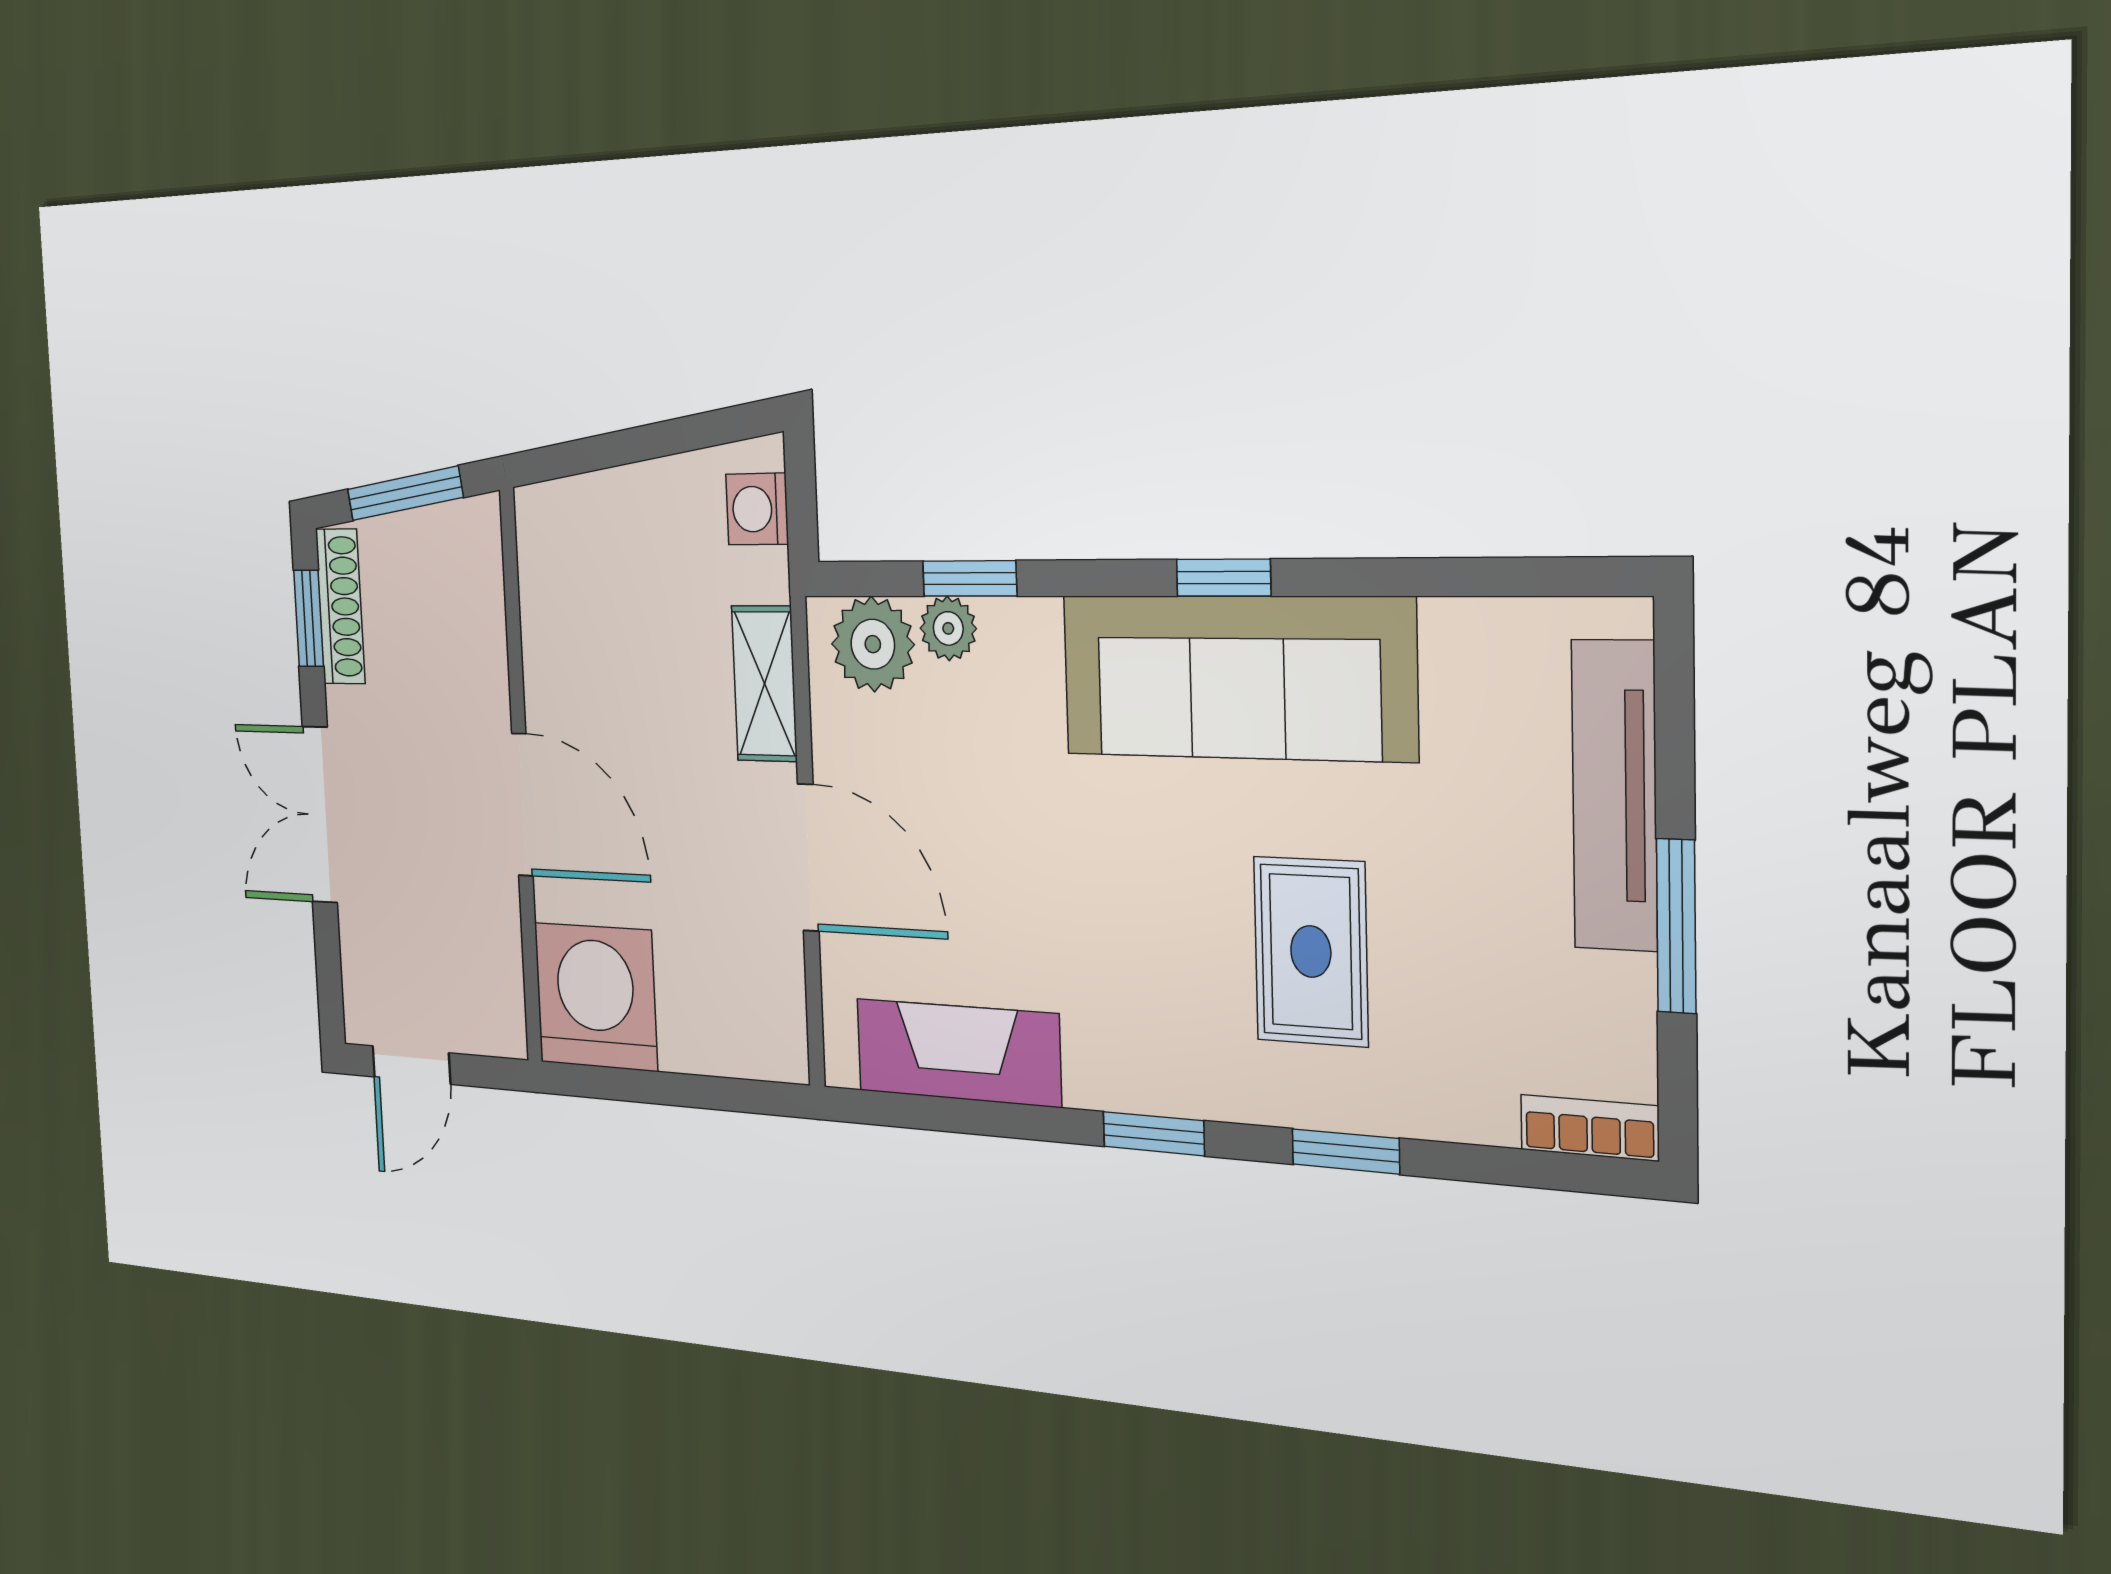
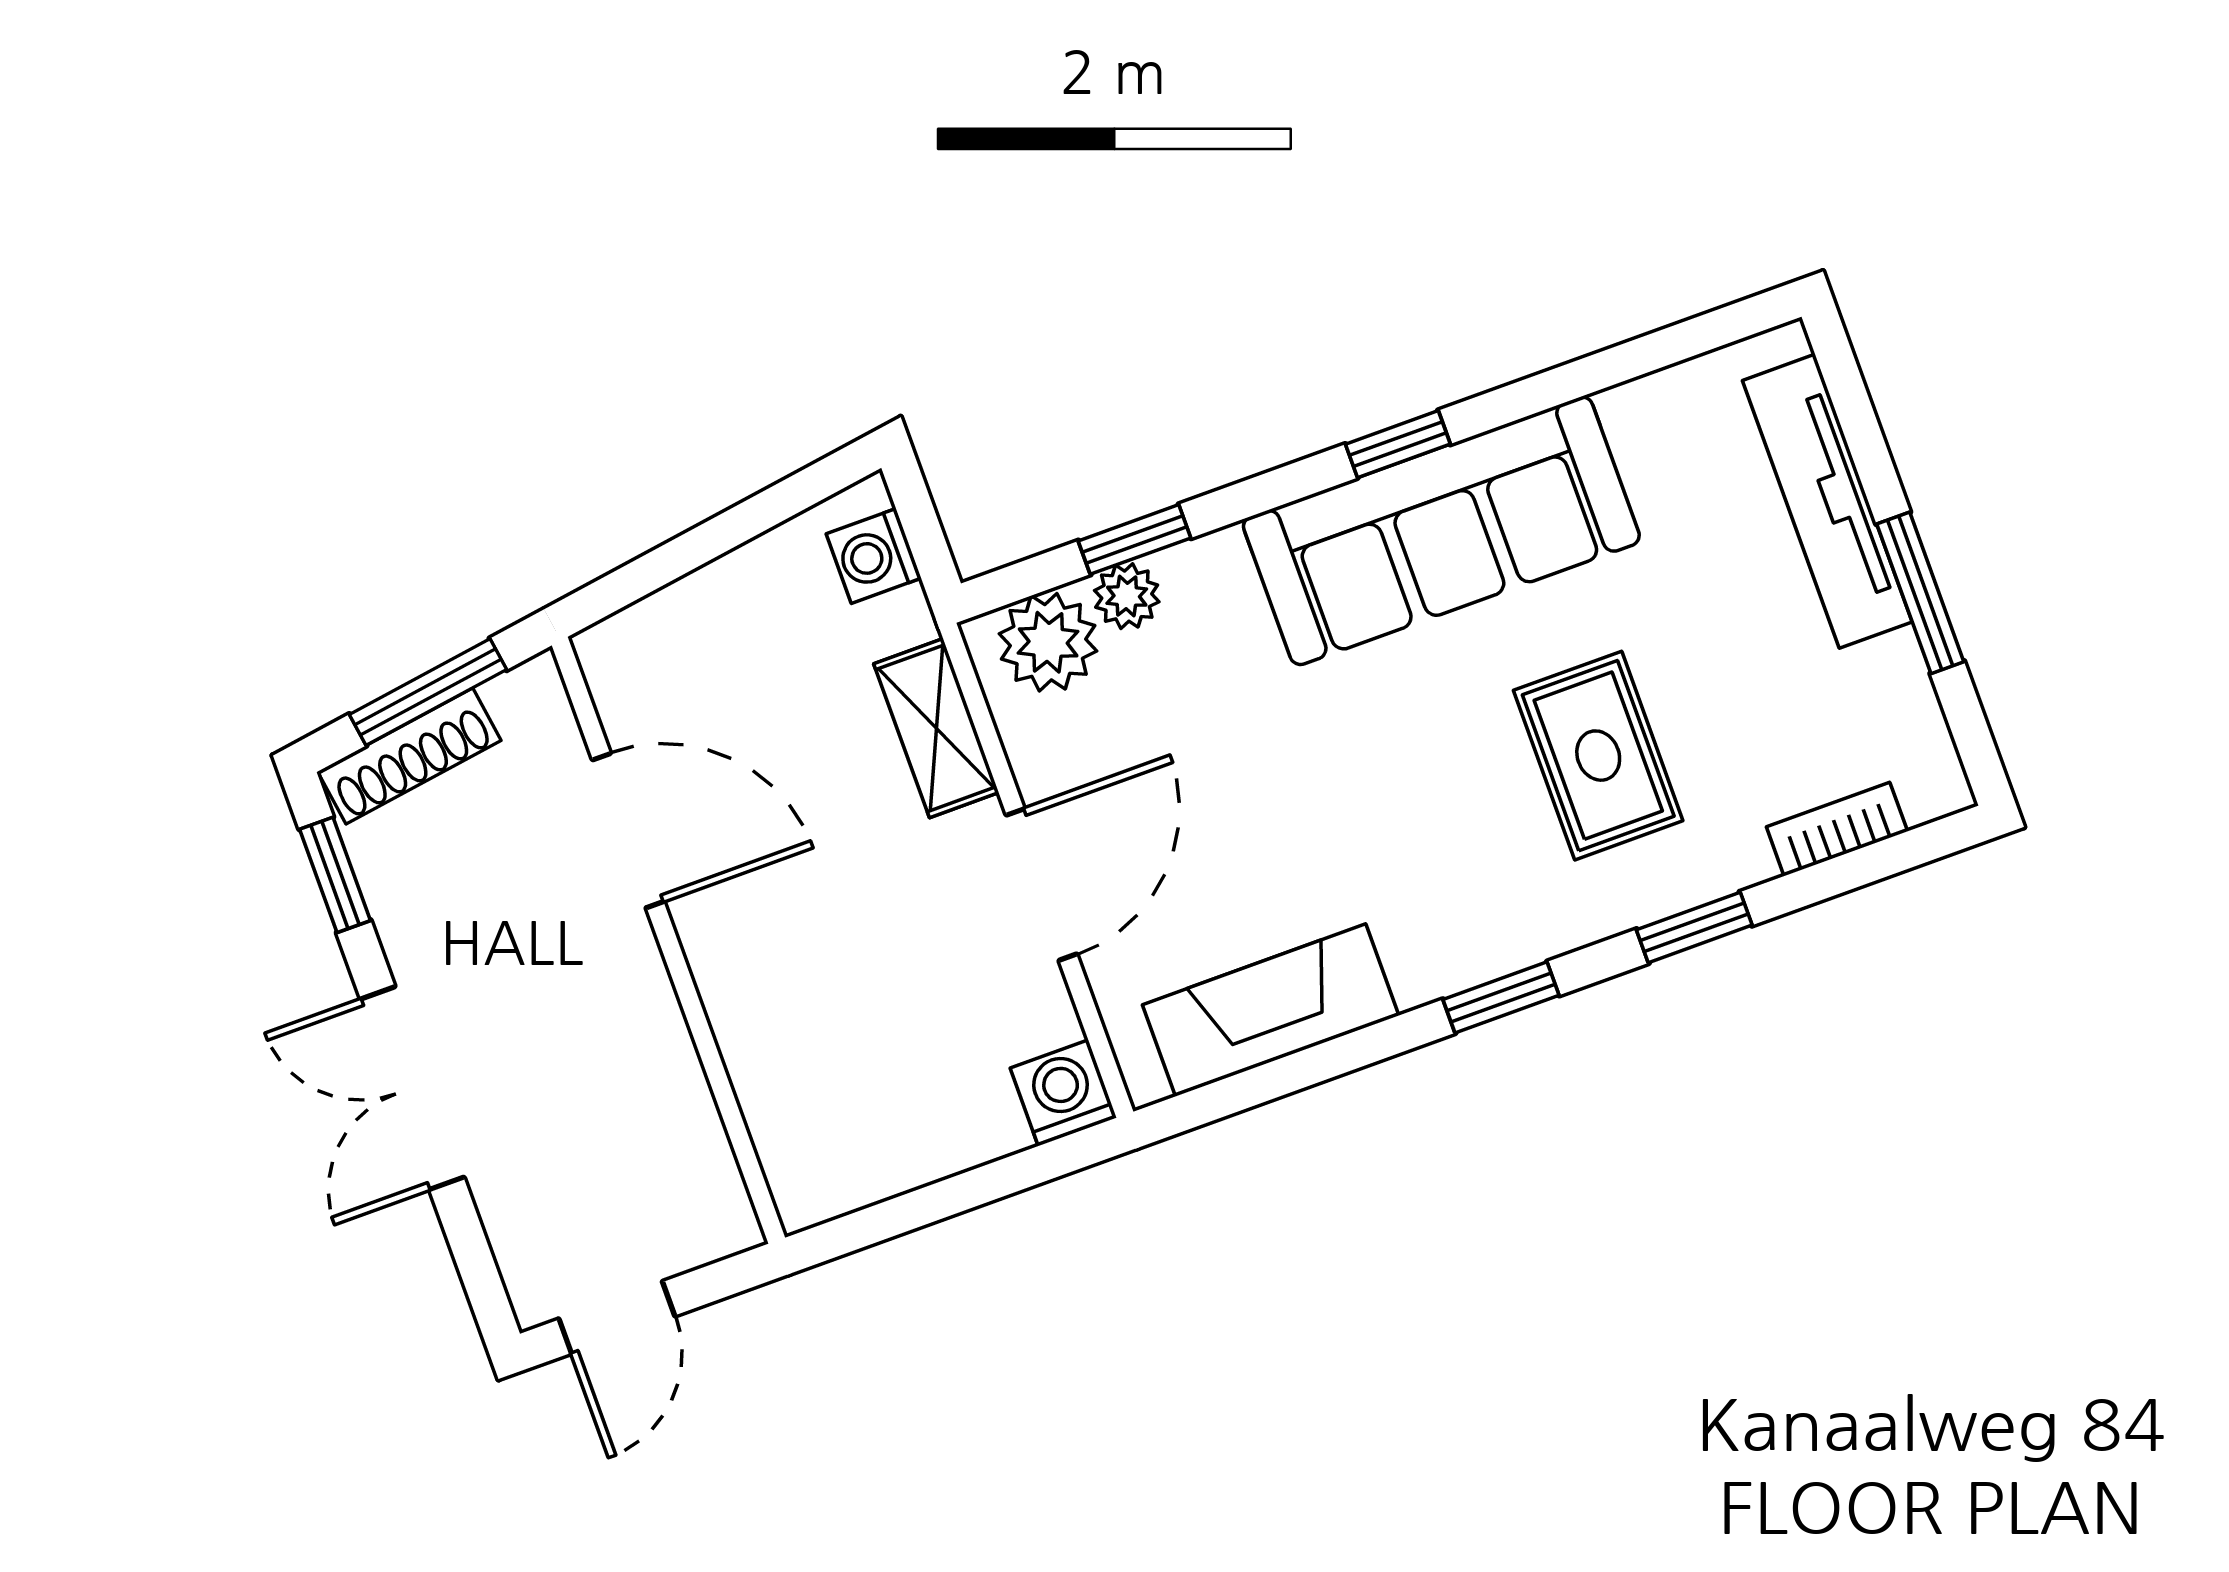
shoe rack: (340, 606) -> (409, 756), moved, turned 82
door: (522, 805) -> (628, 831), moved
door: (808, 858) -> (1042, 884), hinge flipped
washing machine: (596, 997) -> (1063, 1093), moved, width x0.53, depth x0.53
bookcase: (1589, 1128) -> (1837, 829), moved

